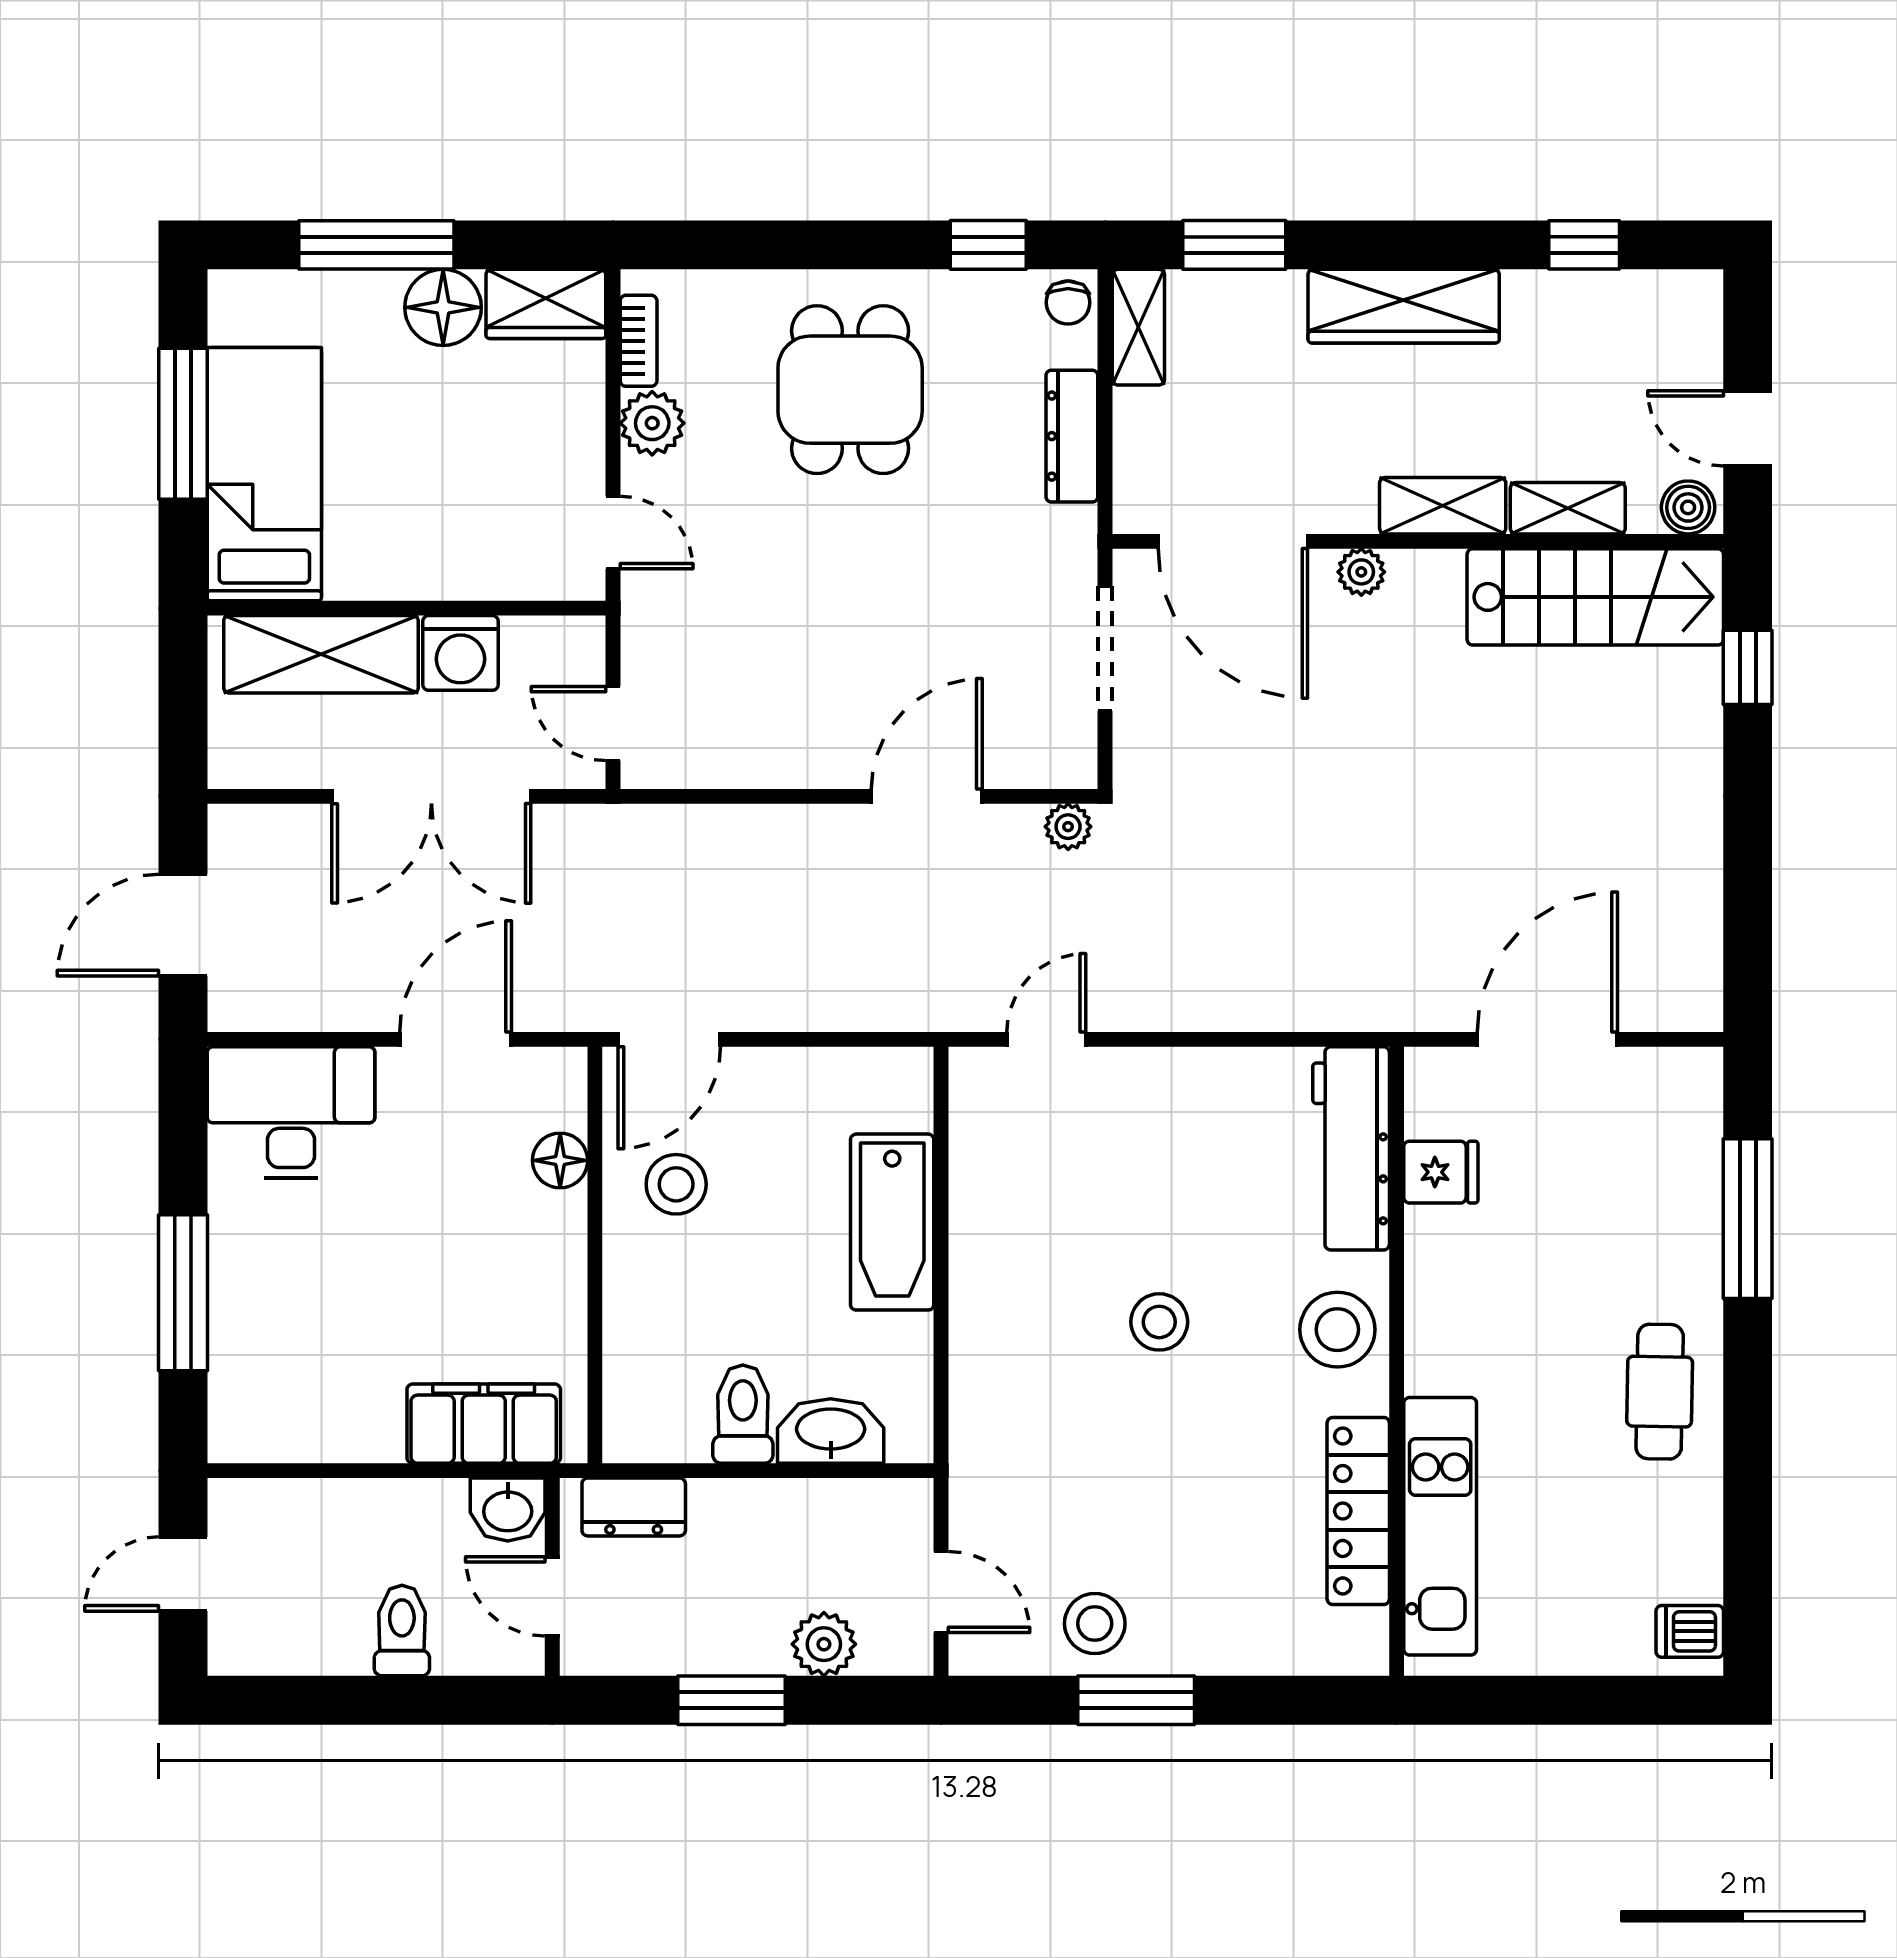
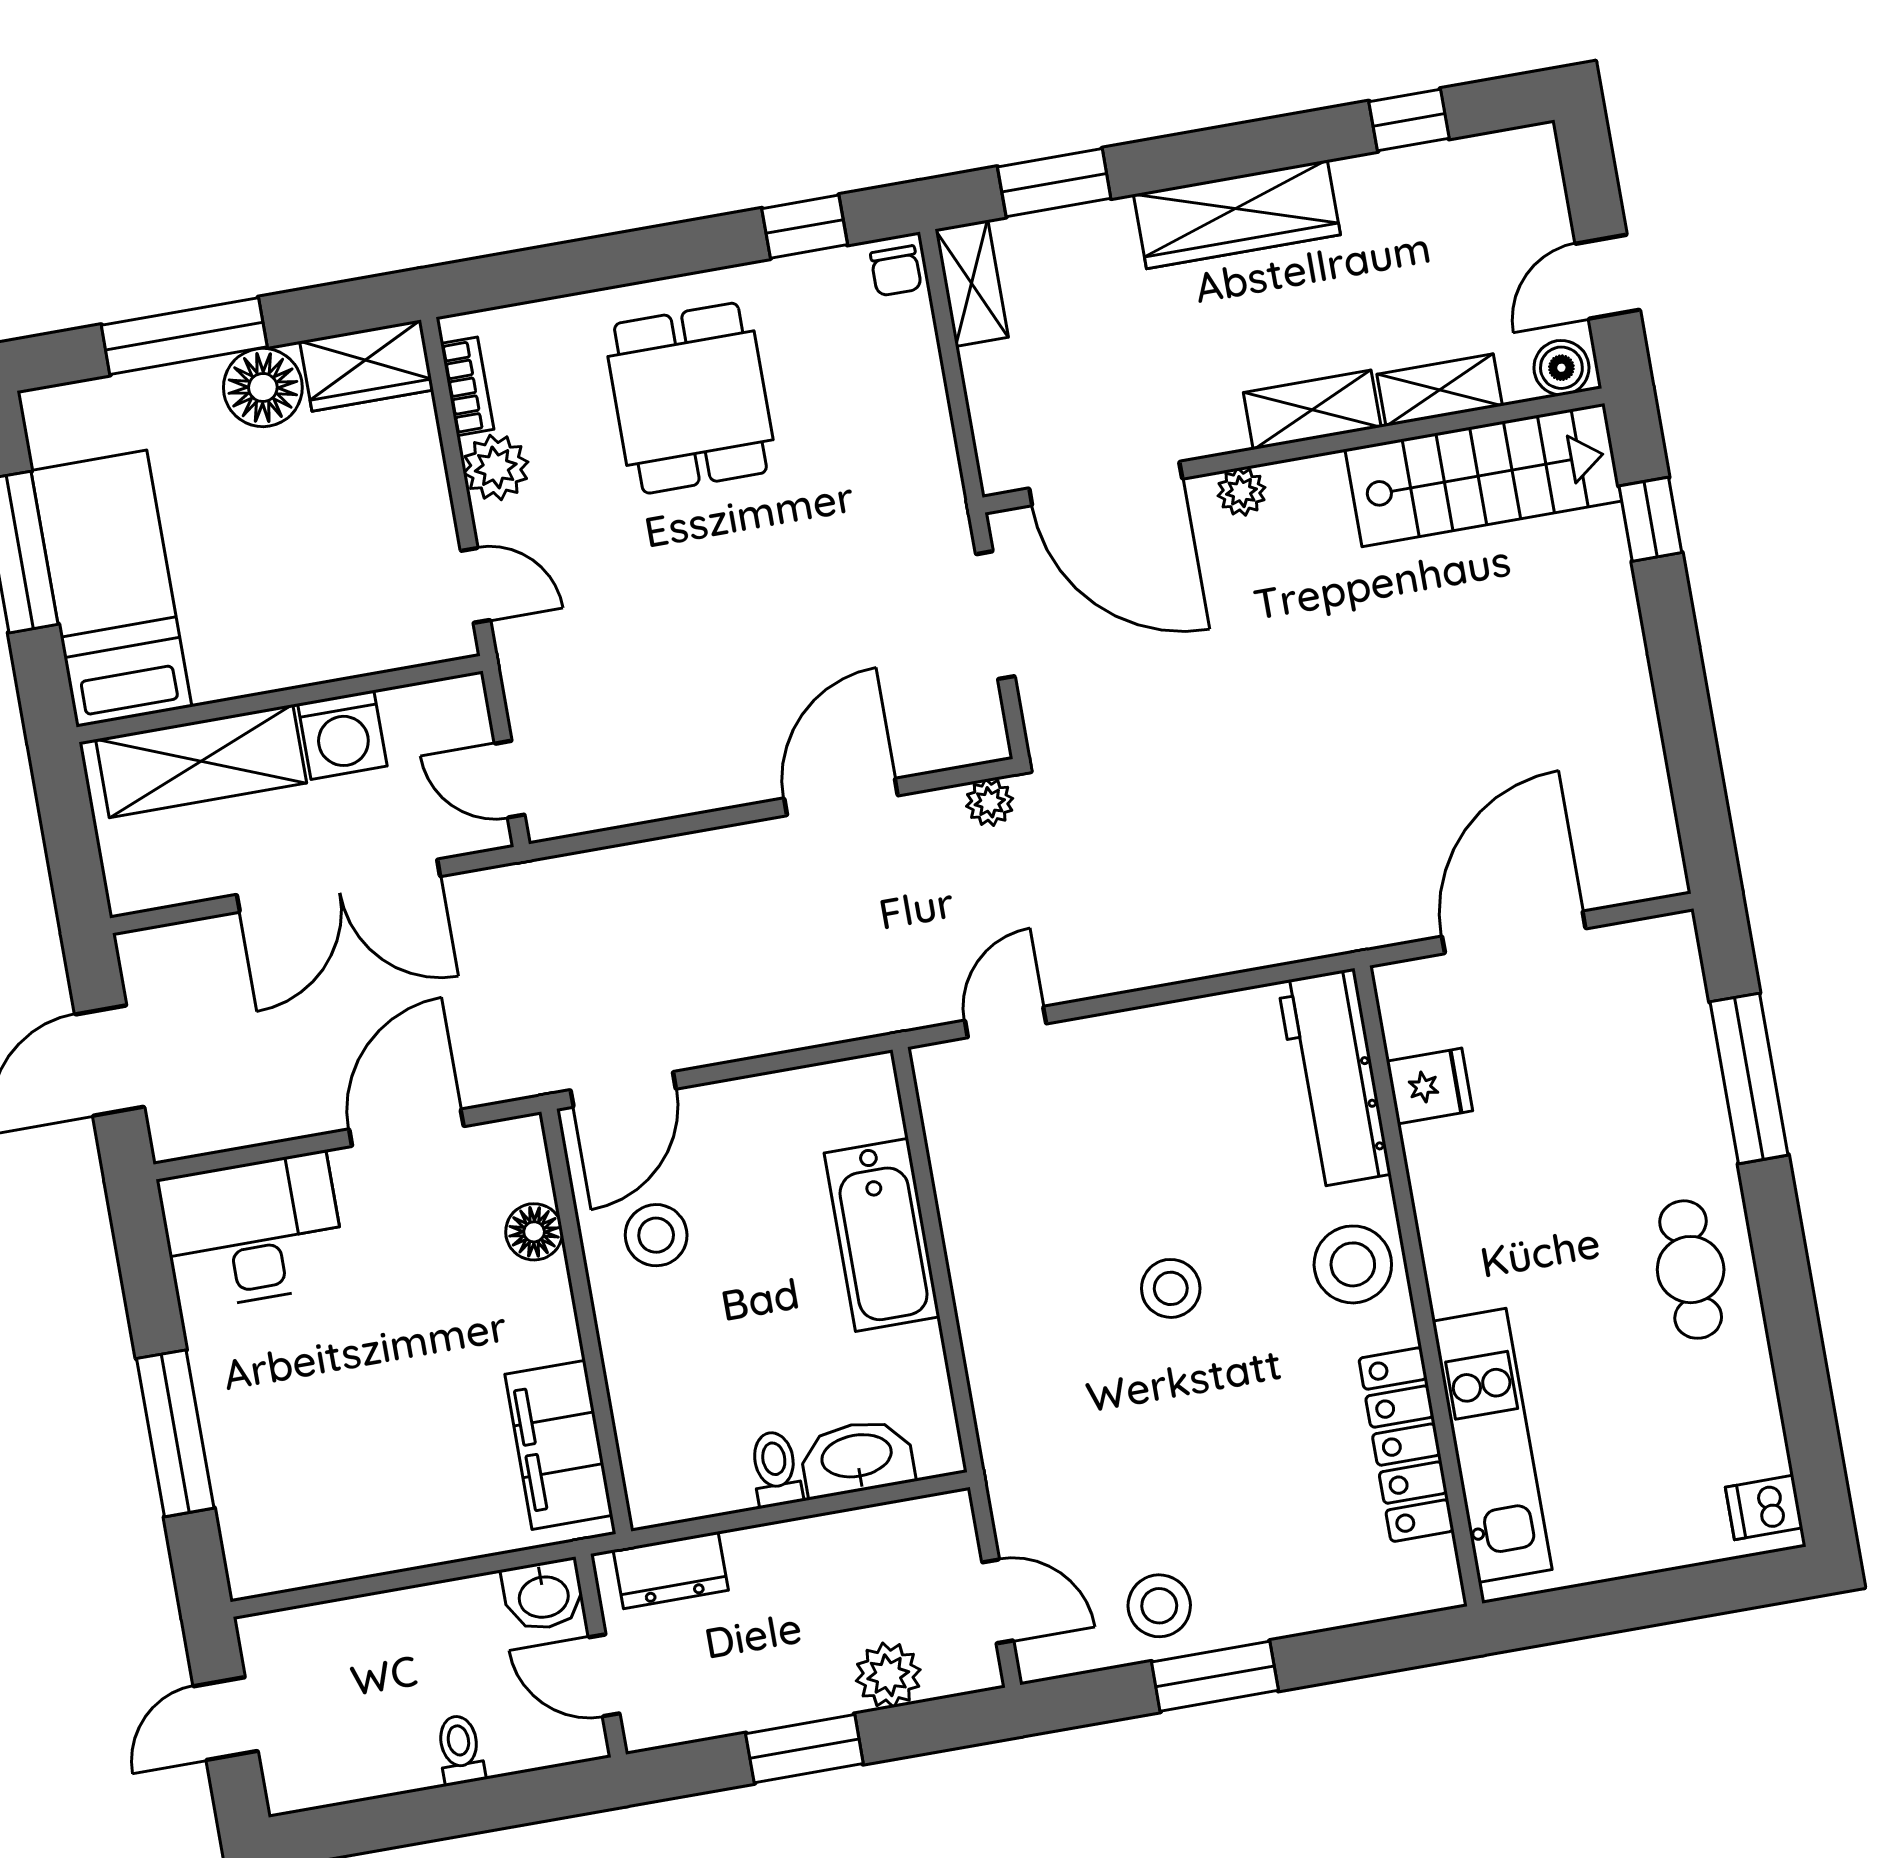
door: (1748, 428) -> (1608, 277), hinge flipped
dresser: (1072, 436) -> (924, 406), removed
toilet: (743, 1414) -> (776, 1469), width x0.73, depth x0.72
filing cabinet: (484, 1424) -> (559, 1445), moved, turned -90
toilet: (402, 1631) -> (460, 1750), width x0.73, depth x0.72

